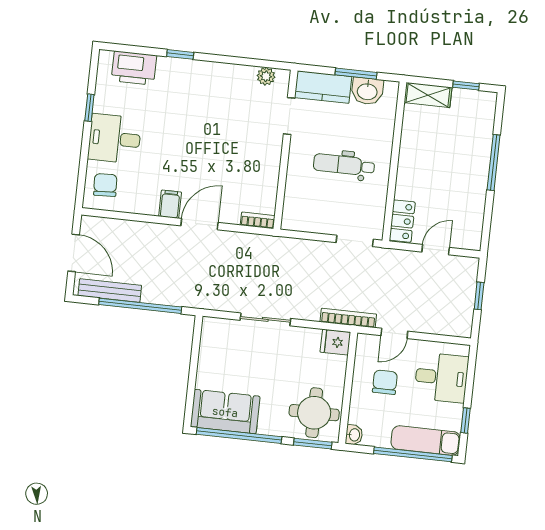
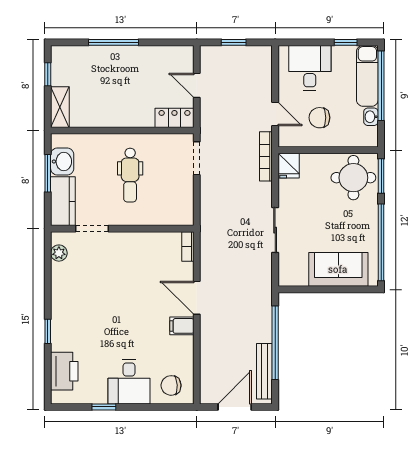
sofa: (225, 412) -> (338, 269), moved, turned 90
washbasin: (354, 435) -> (371, 117), moved, turned -90

